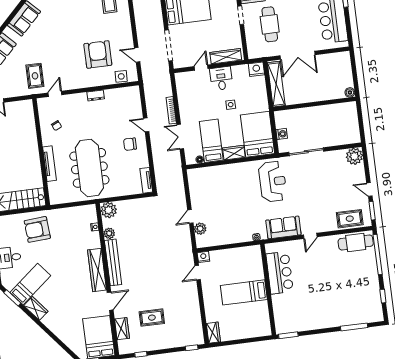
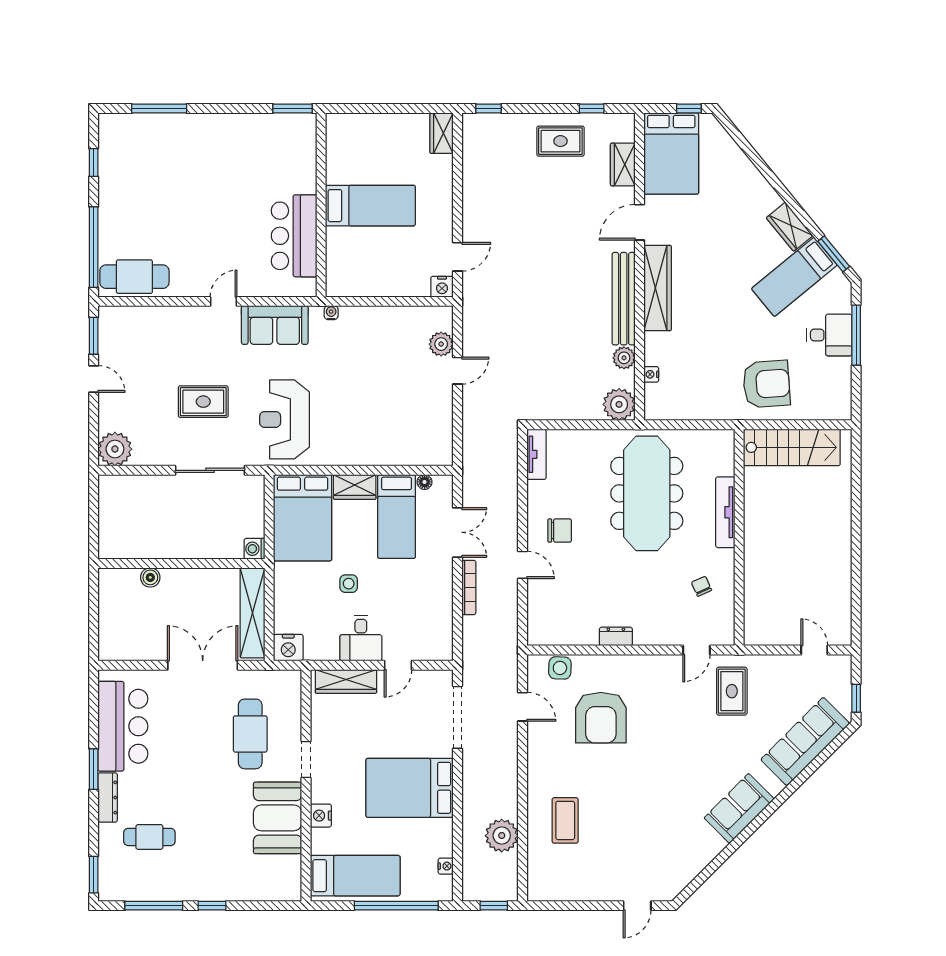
boiler: (350, 92) -> (150, 577), moved
washing machine: (282, 134) -> (254, 549), moved
rug: (350, 219) -> (203, 402), moved
rug: (152, 318) -> (560, 141), moved

